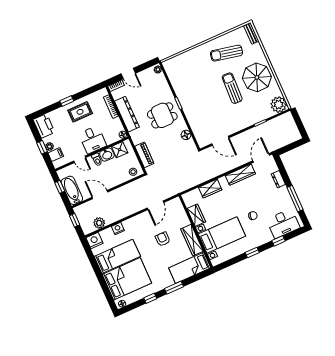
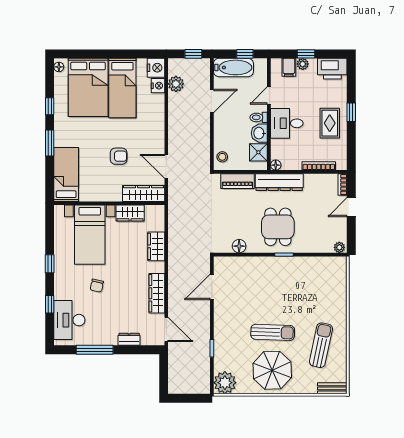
dresser: (127, 114) -> (279, 182), moved
nightstand: (118, 229) -> (158, 86), moved
wardrobe: (192, 240) -> (144, 193), moved

